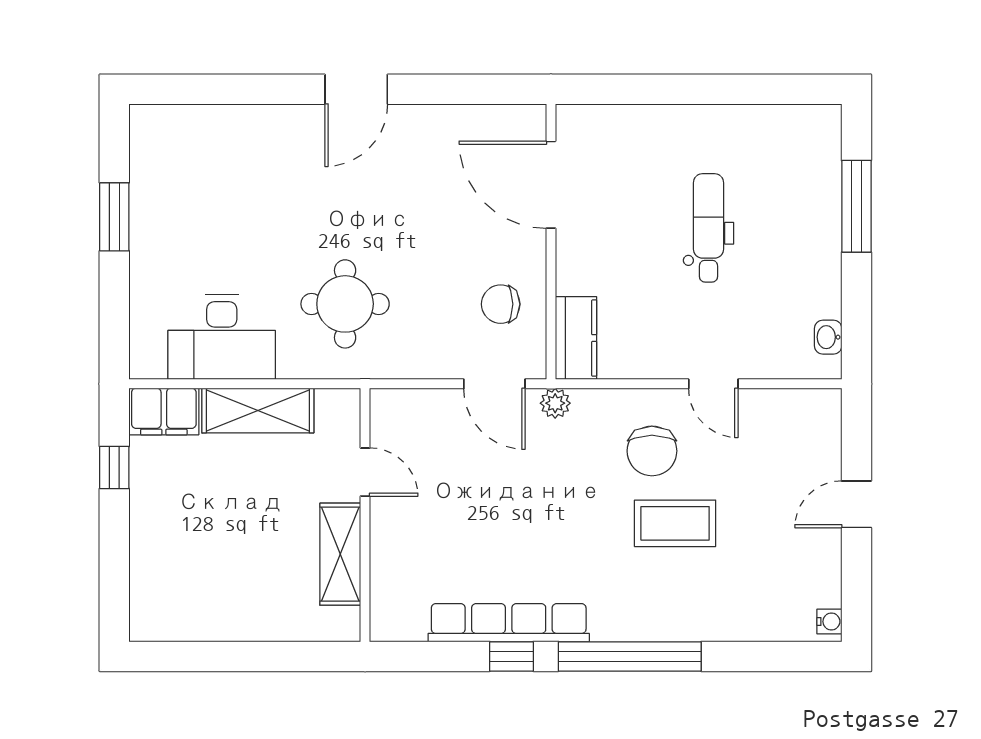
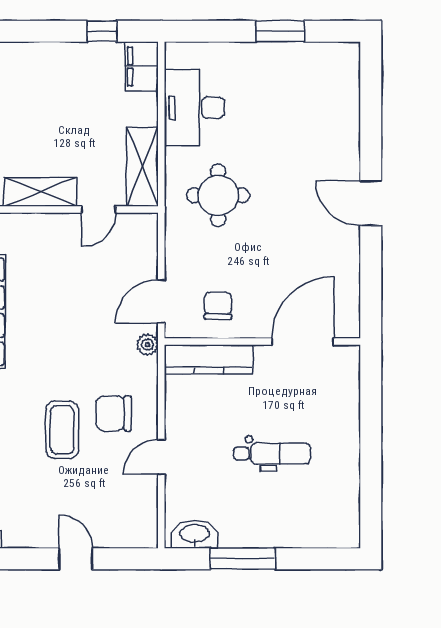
window: (856, 206) -> (243, 559), moved
washbasin: (828, 337) -> (194, 534), width x1.91, depth x1.45
kitchen counter: (576, 338) -> (209, 359), width x1.50
shelving: (258, 411) -> (142, 167), moved

